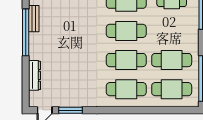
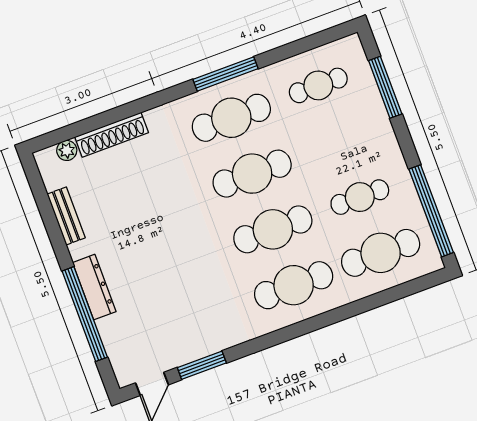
window: (26, 32) -> (85, 314), moved
cafe table: (172, 60) -> (360, 197), width x0.73, depth x0.74
dresser: (35, 75) -> (94, 287), moved

